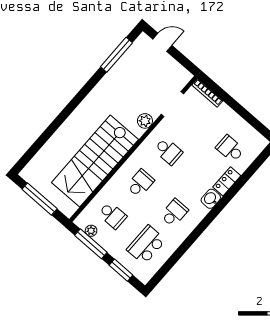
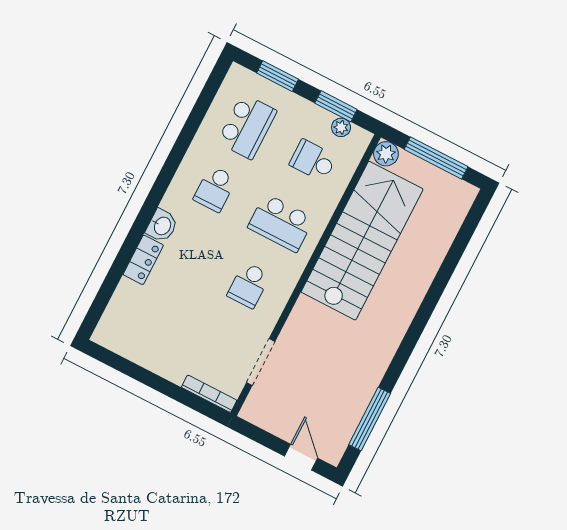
door: (162, 42) -> (301, 457), swing flipped
plant: (145, 121) -> (386, 154), moved
school desk: (230, 149) -> (151, 313), removed
school desk: (168, 151) -> (249, 285), turned -90
school desk: (140, 183) -> (281, 223), width x1.85
window: (91, 244) -> (336, 106), width x0.69

